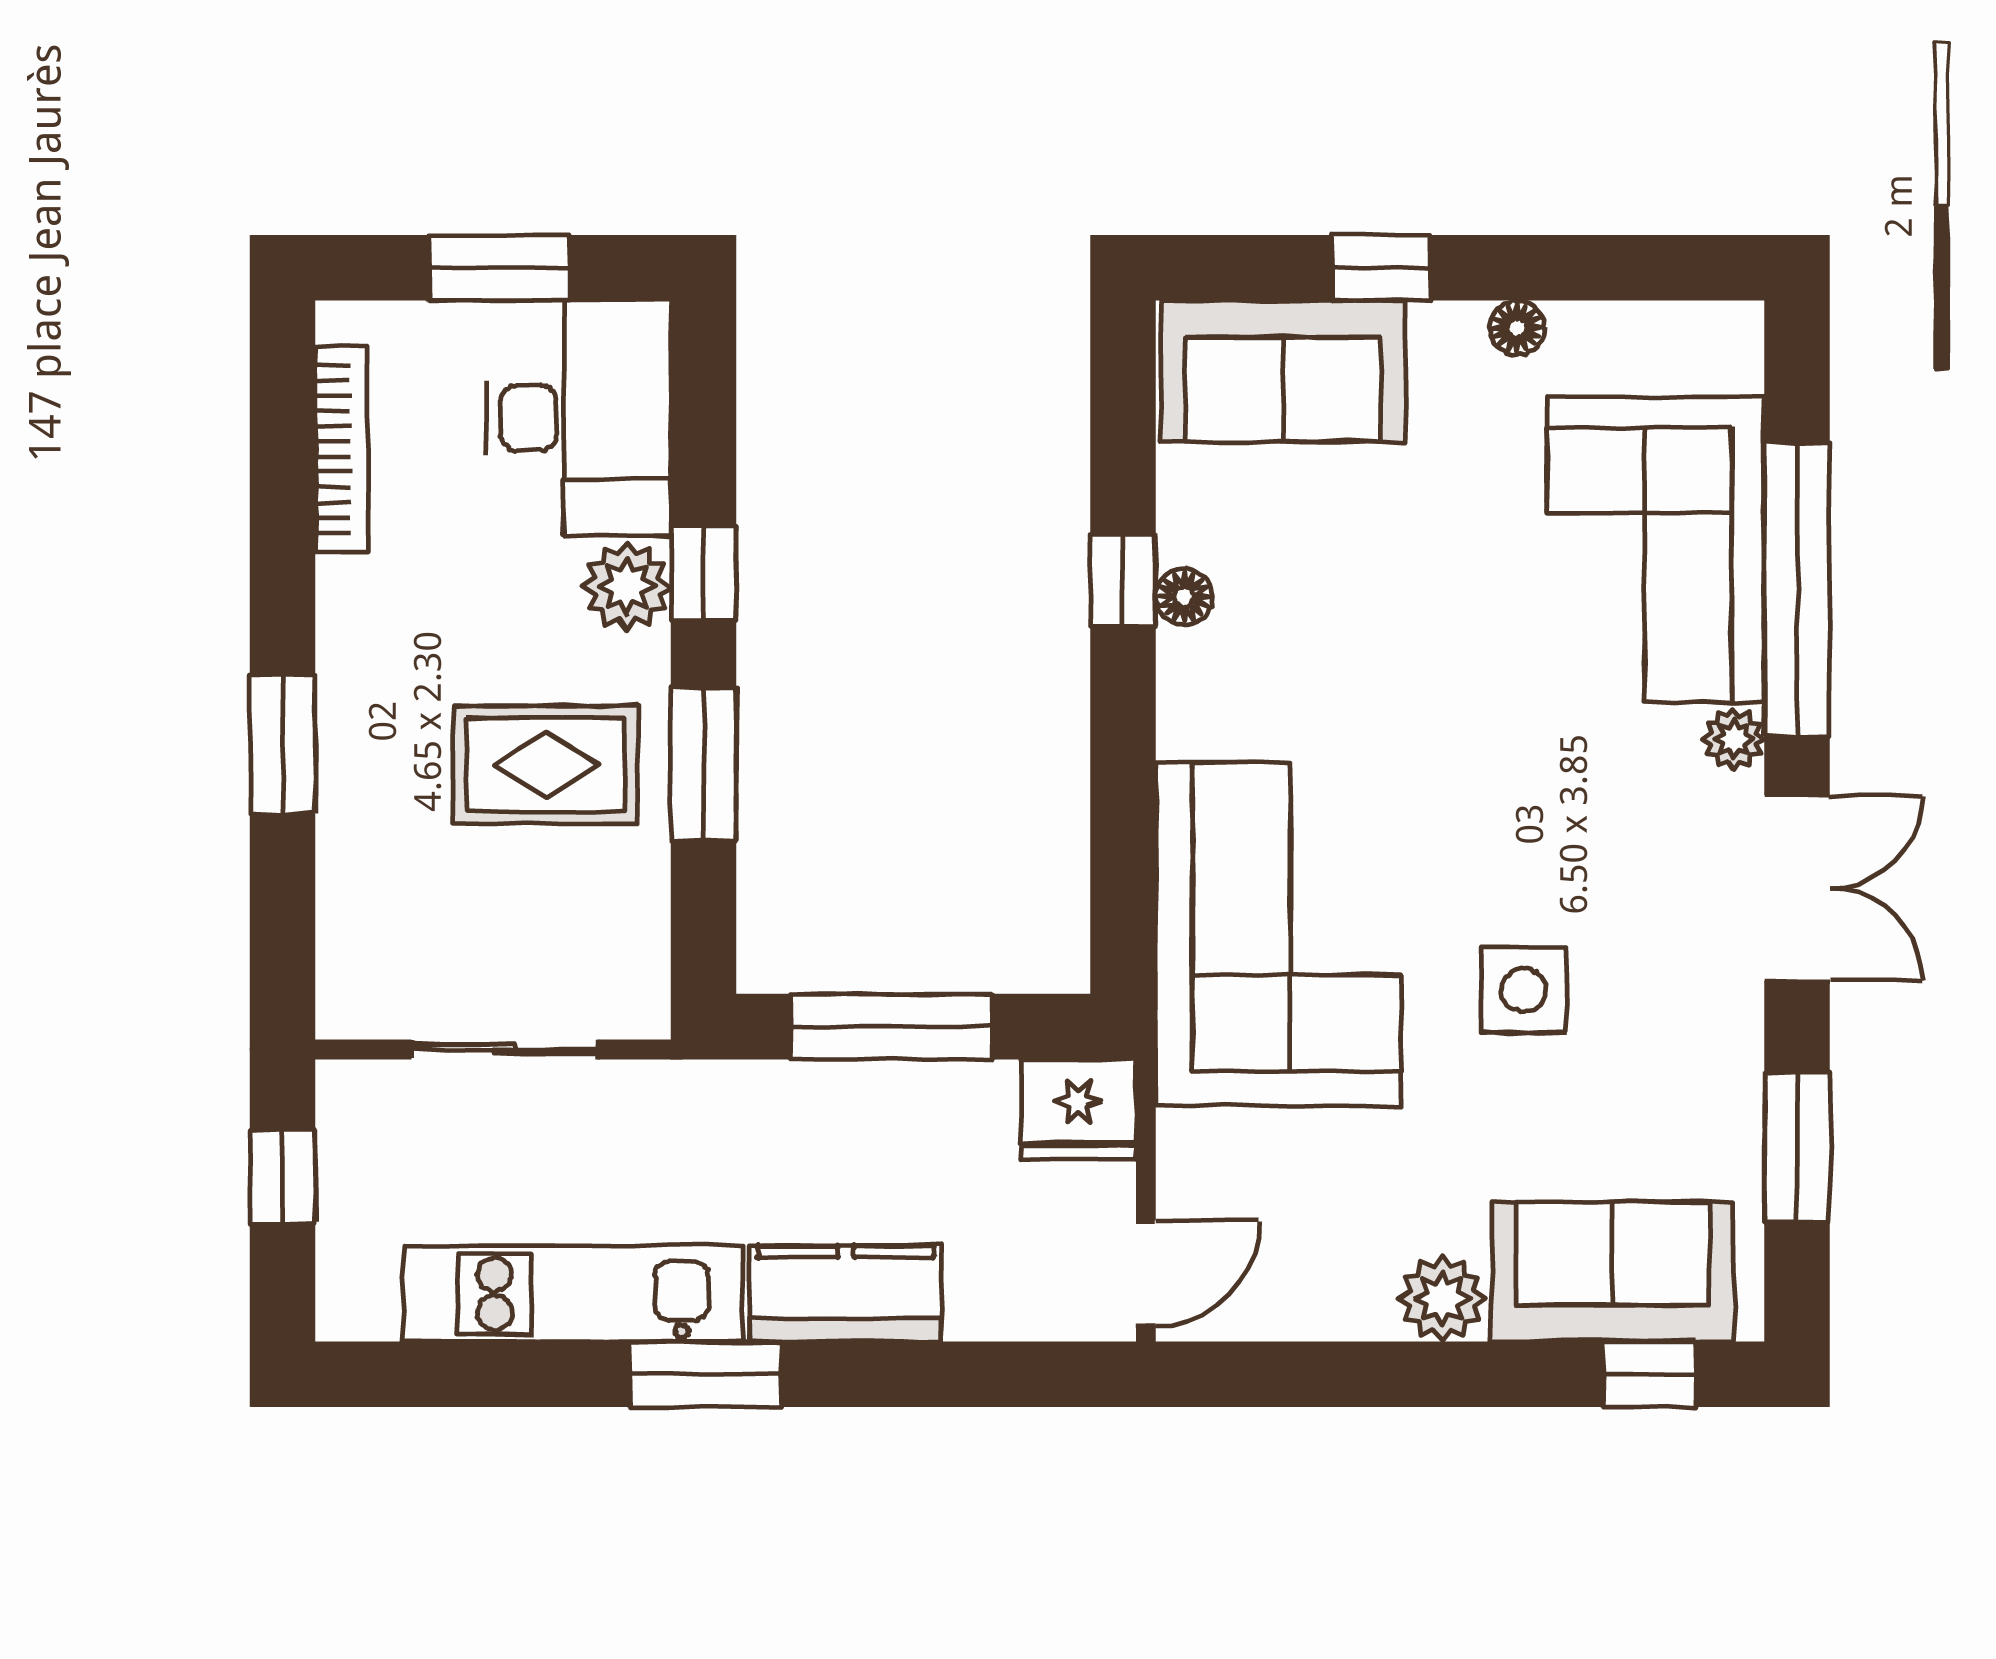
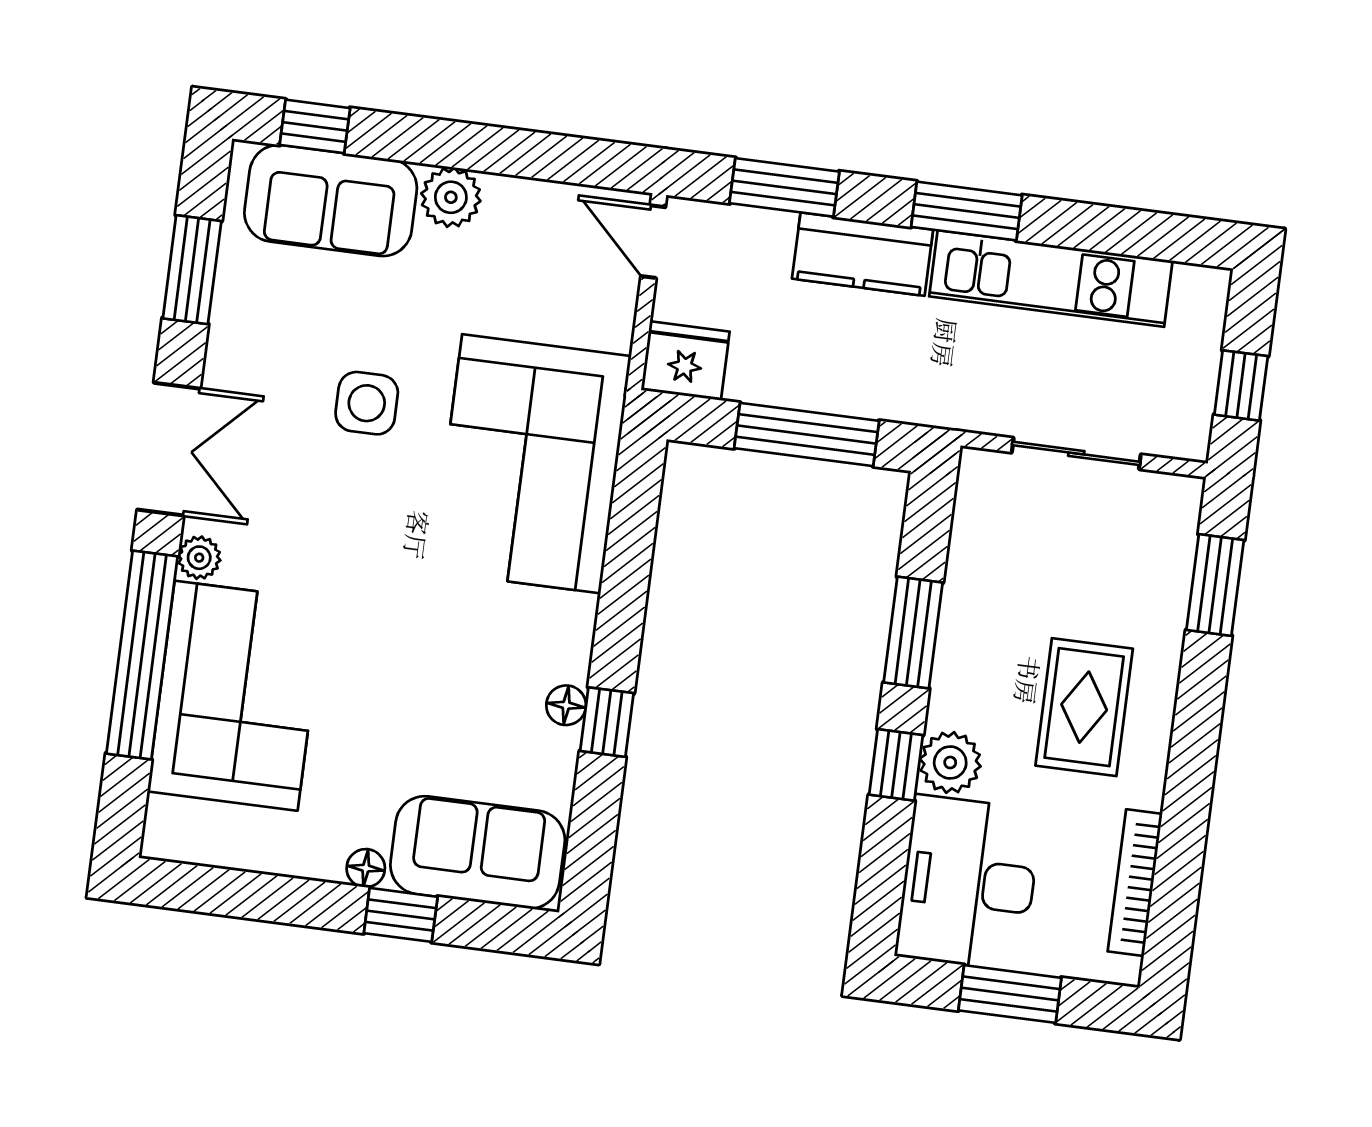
floor lamp: (1517, 328) -> (366, 868), moved
window: (282, 744) -> (1215, 585), moved
rug: (546, 765) -> (1084, 707), moved, turned 90
double door: (1797, 888) -> (169, 449), swing flipped
door: (1146, 1273) -> (653, 242), hinge flipped
window: (969, 1374) -> (784, 187), added

